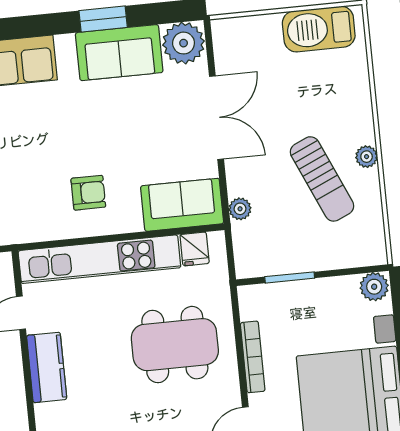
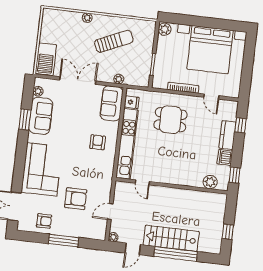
barbecue: (319, 29) -> (46, 59), moved
plant: (184, 43) -> (38, 91), width x0.53, depth x0.53
plant: (367, 157) -> (87, 18), moved
dining table: (175, 345) -> (170, 120), width x0.73
kitchen counter: (47, 367) -> (168, 176), removed

